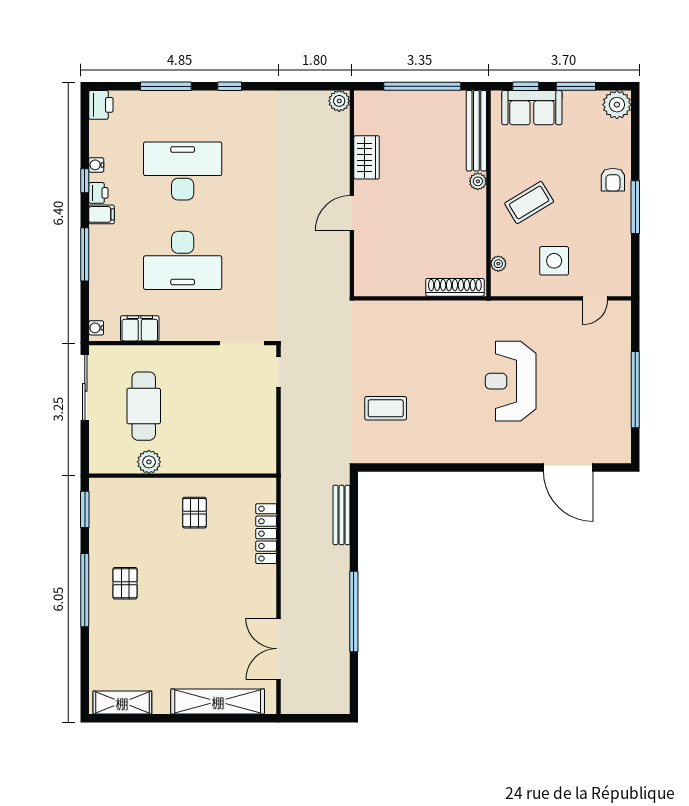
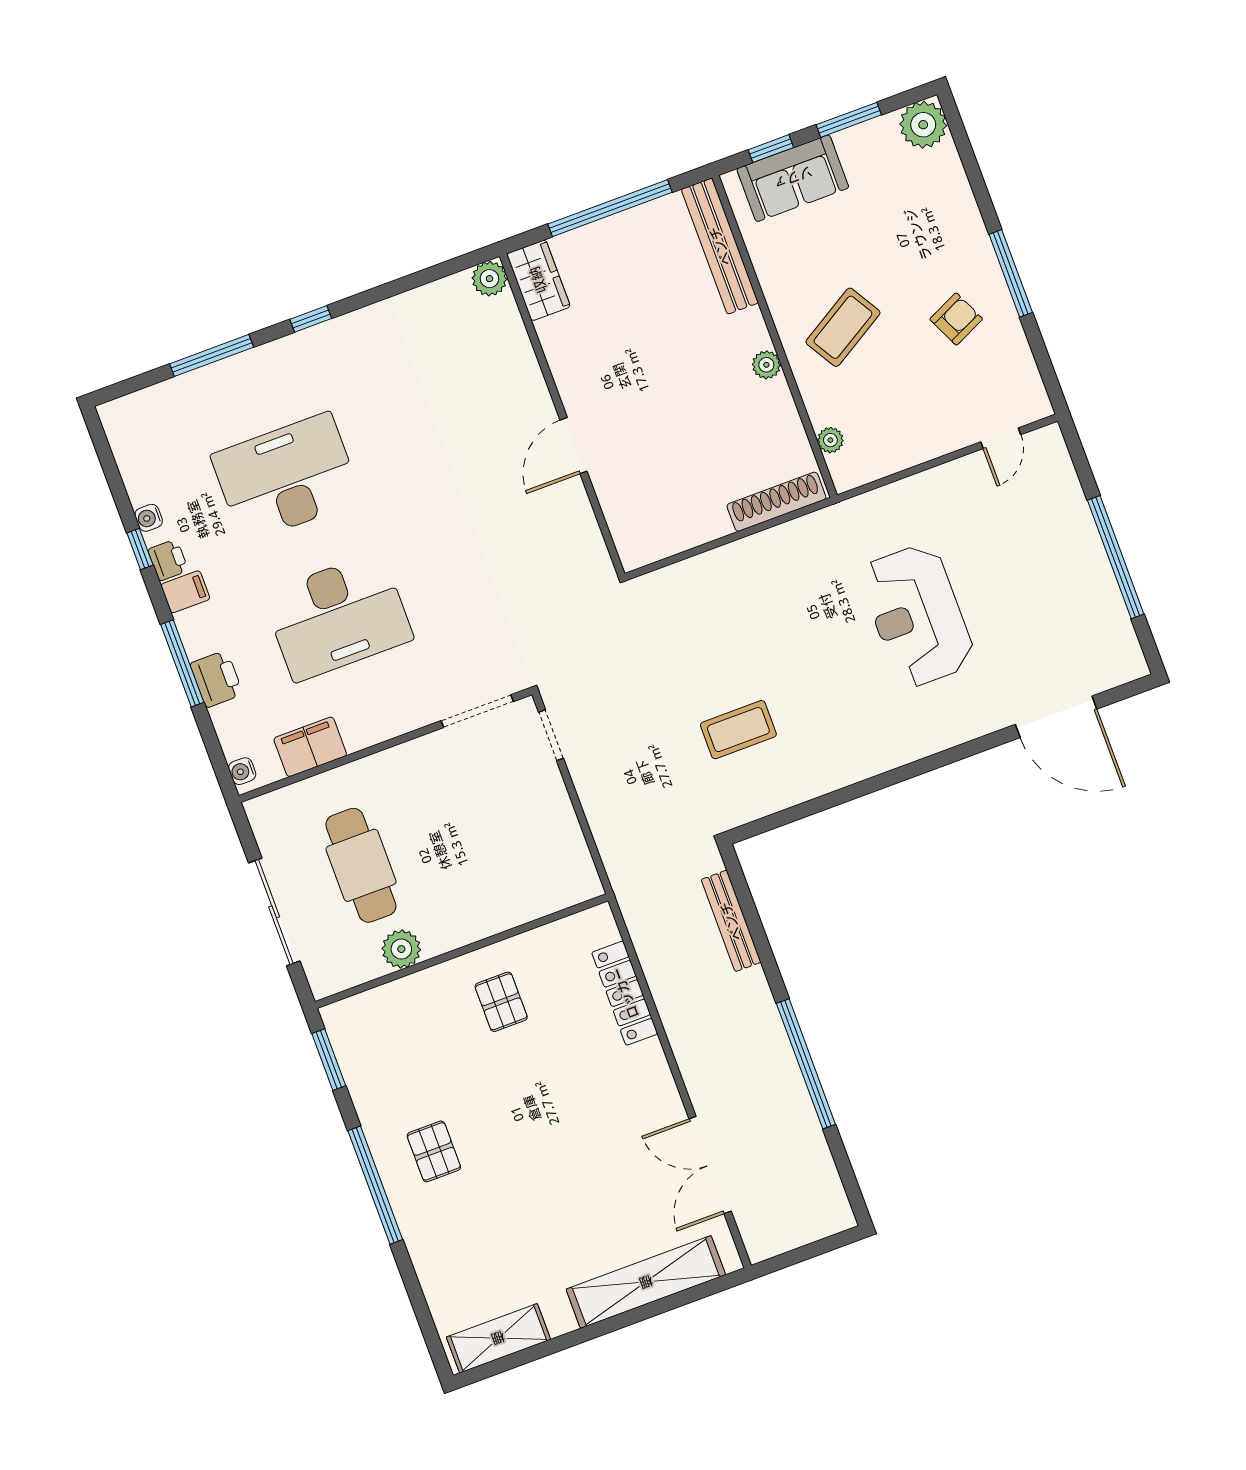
printer: (101, 105) -> (216, 679), moved
wardrobe: (367, 157) -> (538, 280), moved
armchair: (613, 180) -> (956, 319), moved, turned -115
plant: (478, 181) -> (766, 365), moved
side table: (554, 261) -> (915, 404), removed
sliding door: (85, 387) -> (274, 912), moved

